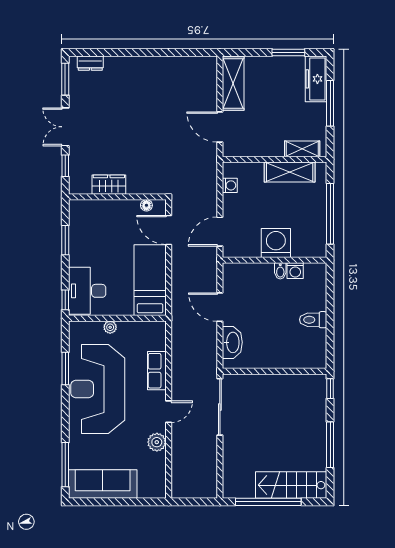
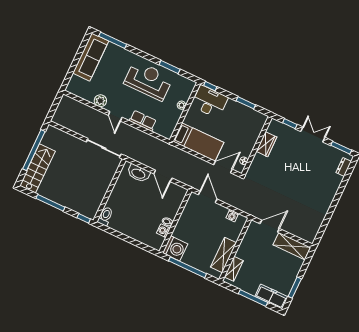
washing machine: (276, 243) -> (175, 248), moved
door: (220, 307) -> (163, 176), swing flipped
toilet: (313, 320) -> (105, 216), moved
reception desk: (98, 389) -> (148, 81), width x0.74, depth x0.77

